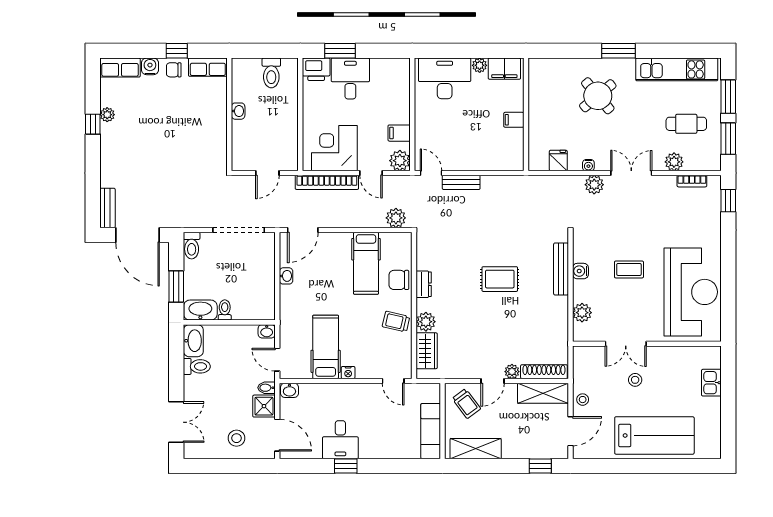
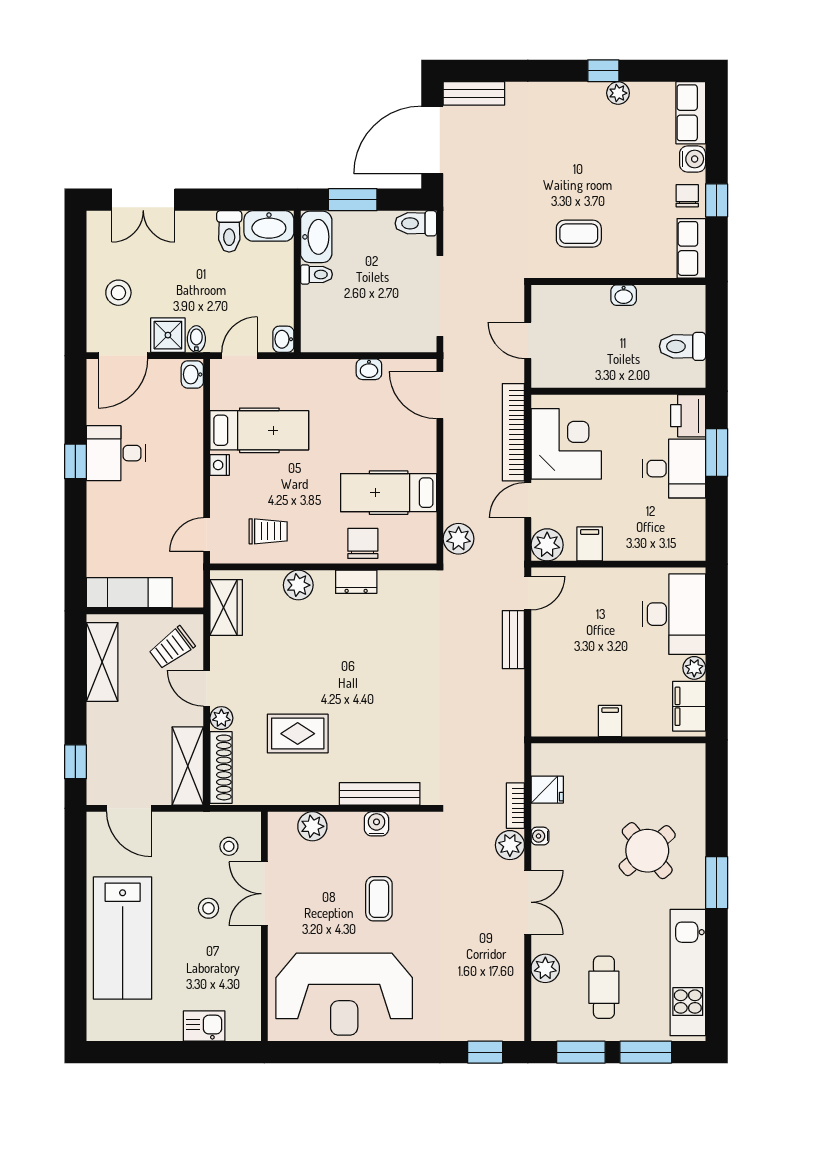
coffee table: (198, 140) -> (579, 234), added
bookcase: (692, 181) -> (515, 806), moved
rug: (500, 279) -> (298, 734), moved, turned 90
trolley: (396, 322) -> (268, 531), moved, turned 77
wardrobe: (427, 351) -> (226, 607), moved, turned -90
stool: (583, 400) -> (229, 846), moved

